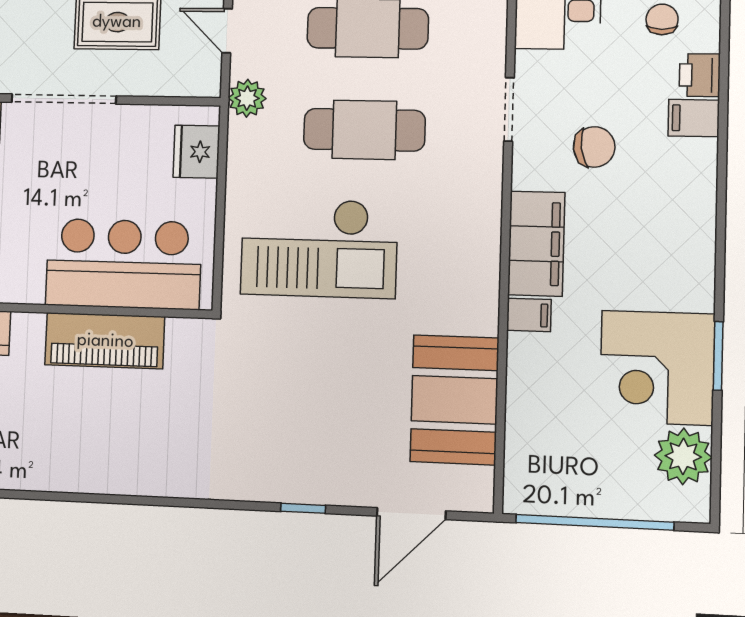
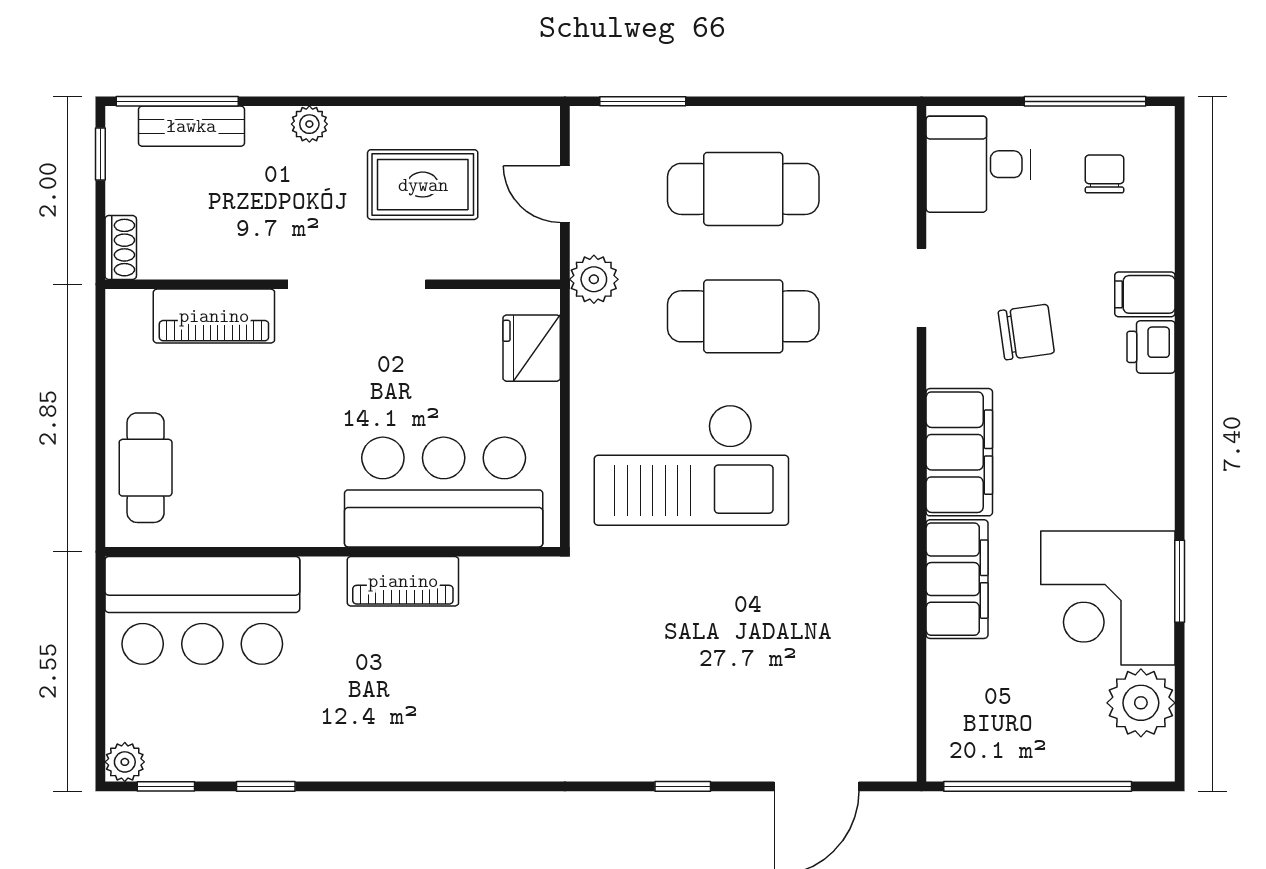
printer: (700, 75) -> (1151, 347), moved
filing cabinet: (529, 315) -> (957, 579), width x3.00, depth x1.17
piano: (105, 341) -> (403, 581), width x0.73, depth x0.75
booth: (454, 400) -> (865, 646), removed

